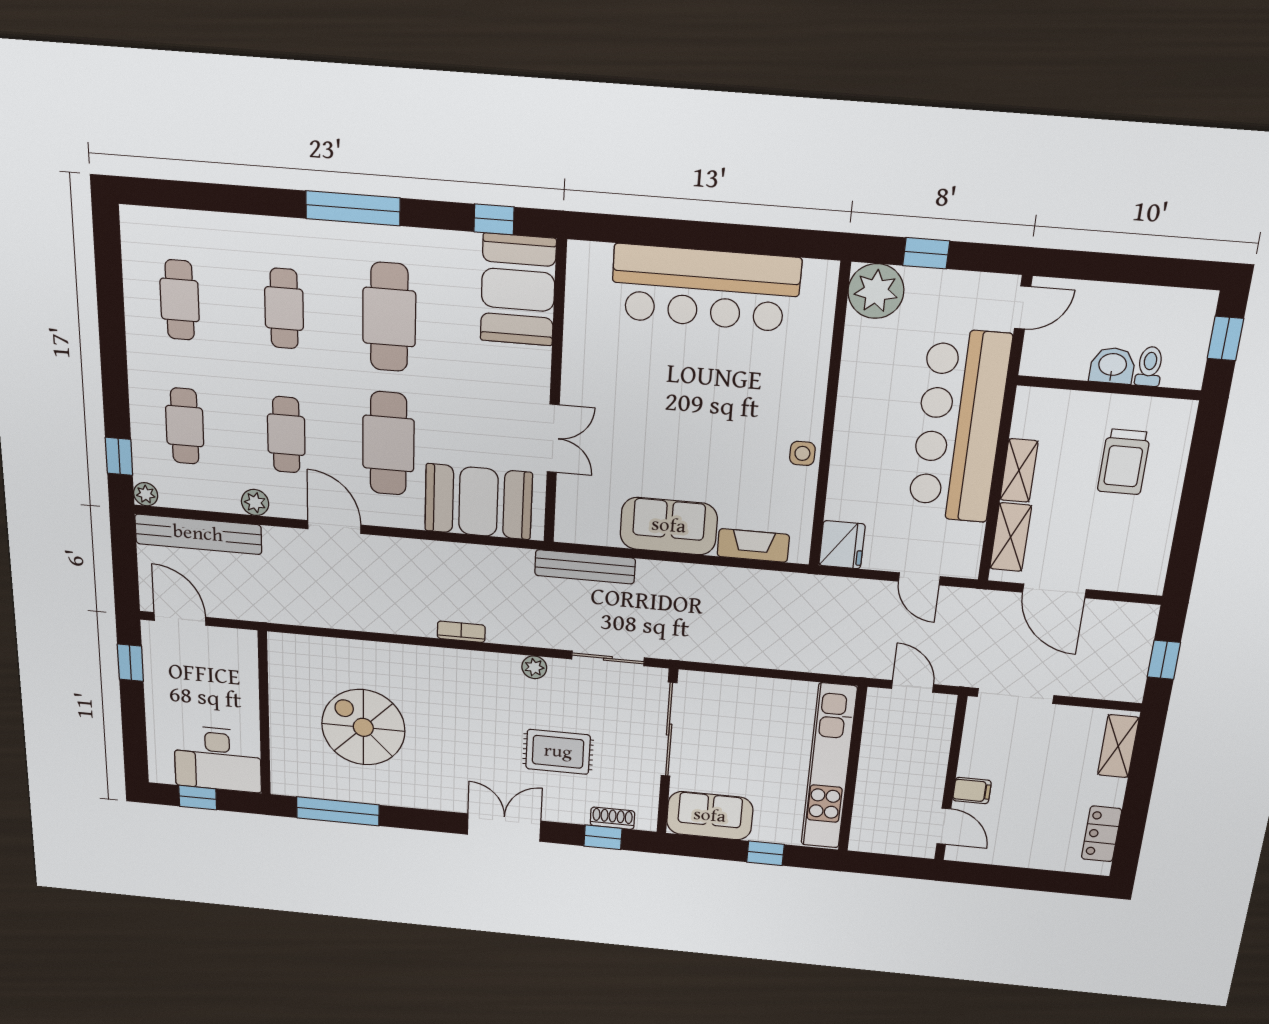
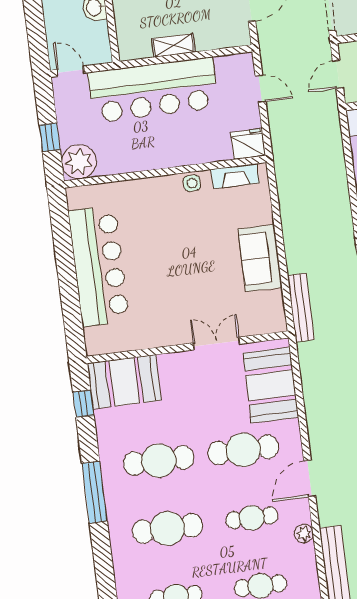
cafe table: (284, 309) -> (167, 529), width x1.37, depth x1.35
shelving: (1011, 537) -> (219, 39), removed
fireplace: (753, 545) -> (235, 176), moved, turned -90
door: (919, 579) -> (260, 89), hinge flipped

